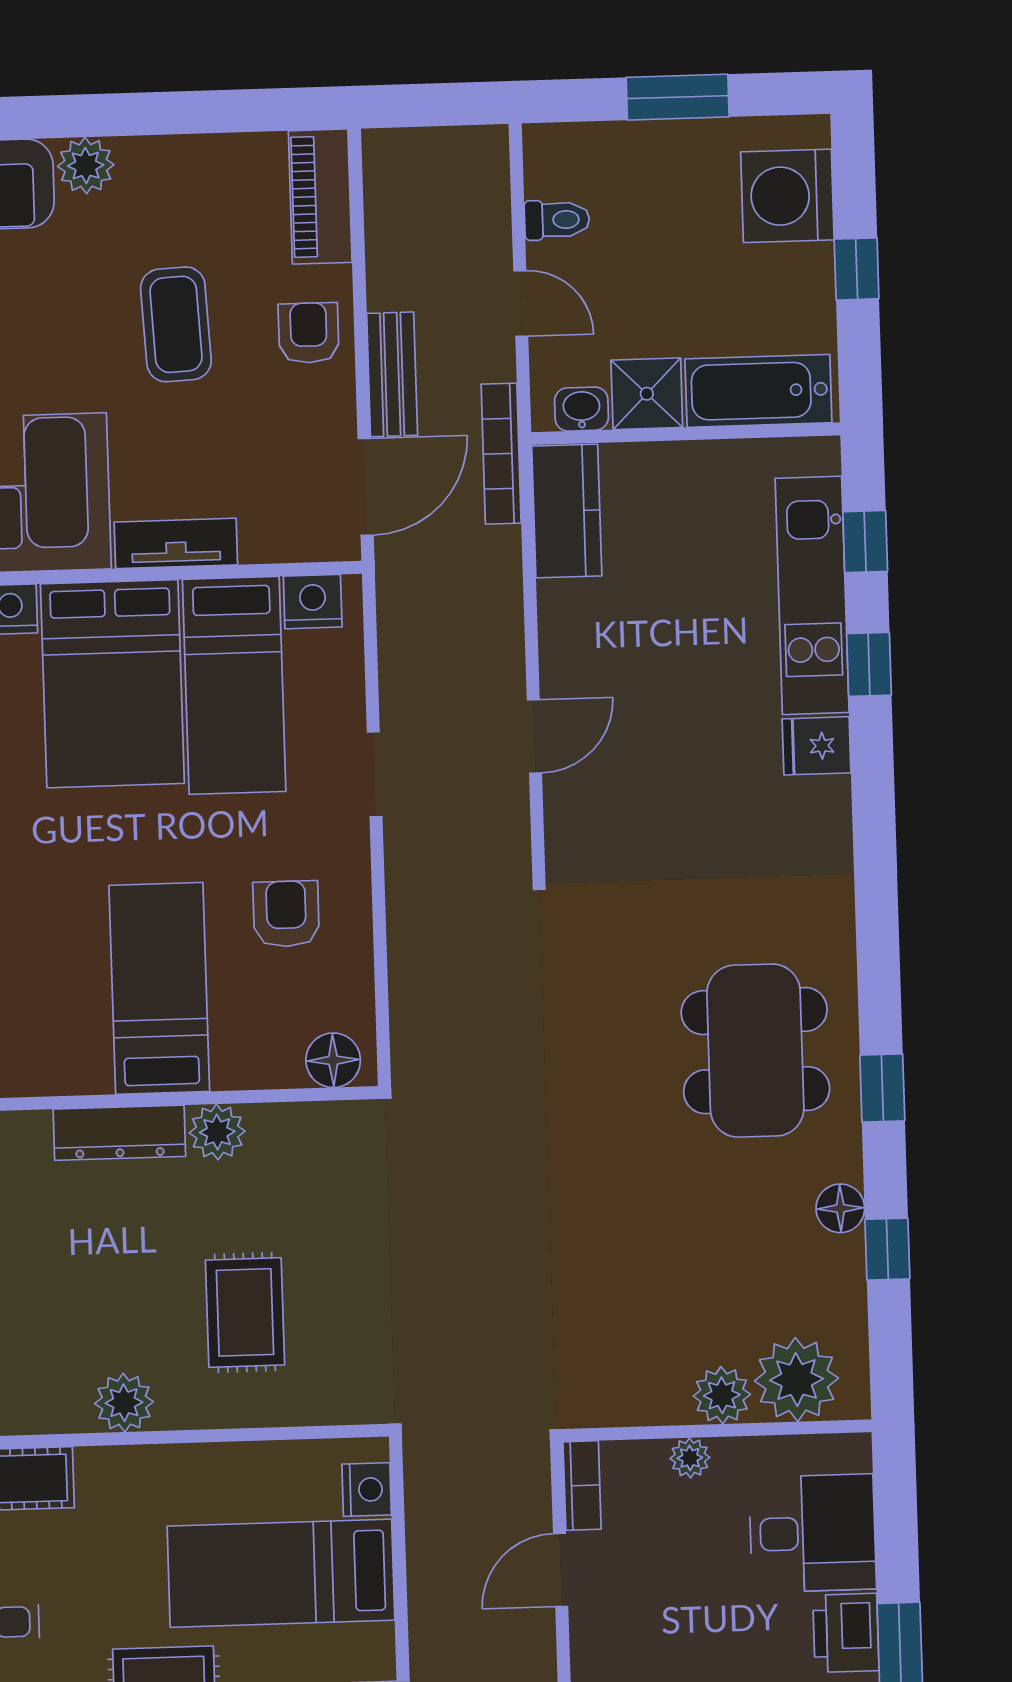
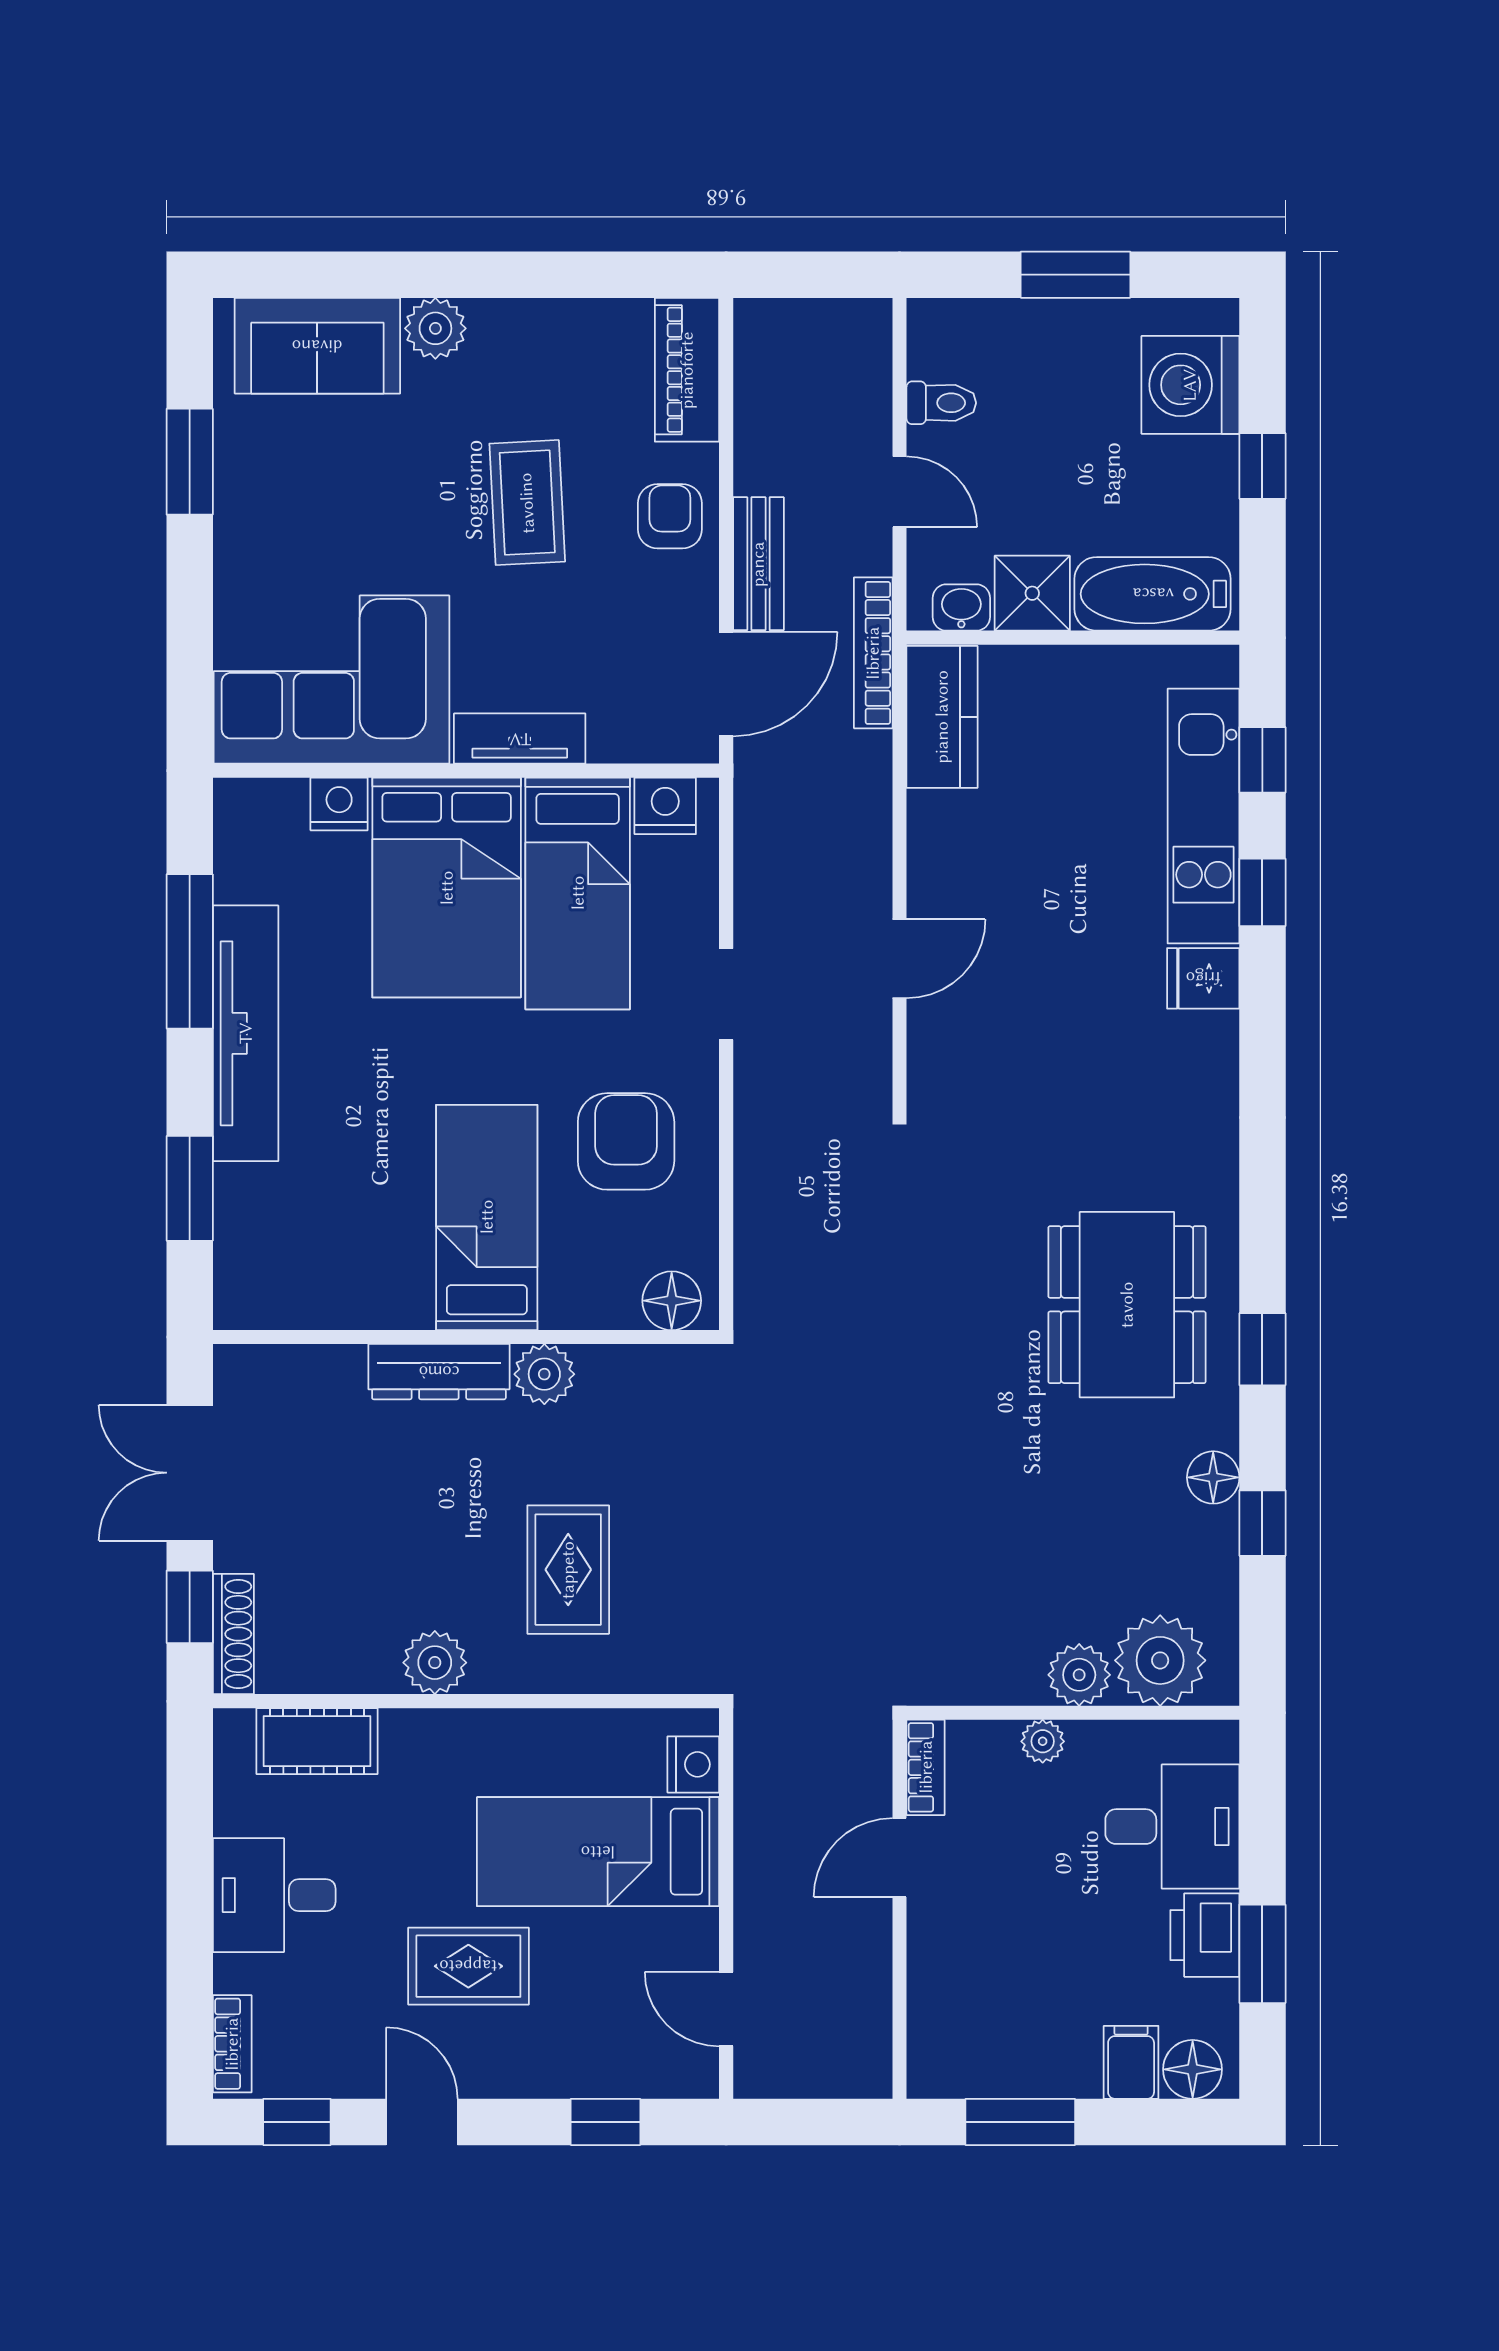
armchair: (286, 914) -> (626, 1141), width x1.38, depth x1.38

